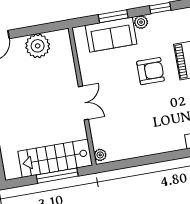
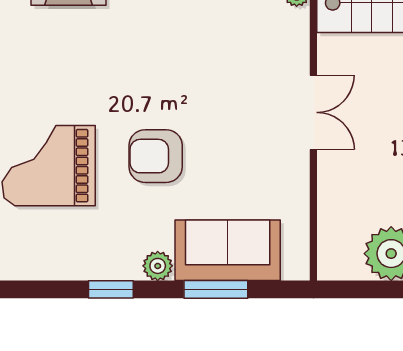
double door: (83, 103) -> (313, 112), swing flipped

